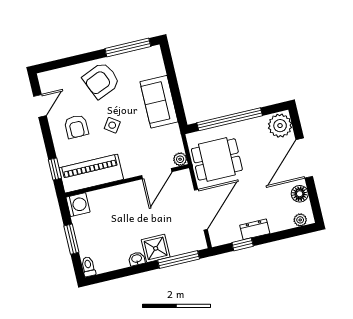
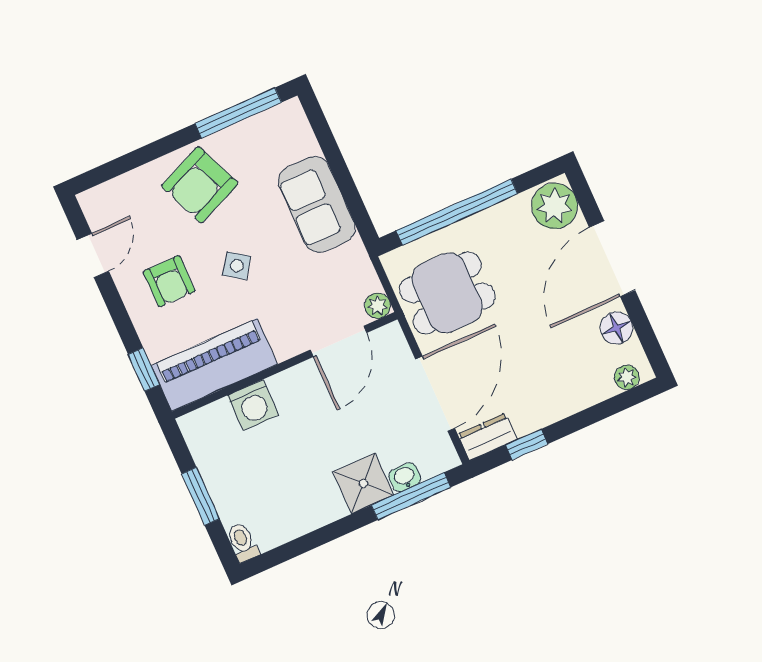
washing machine: (78, 205) -> (253, 405), moved, turned 90
dresser: (255, 229) -> (488, 437), moved
washbasin: (137, 259) -> (405, 477), moved

